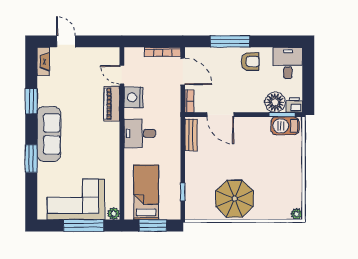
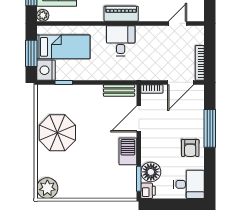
nightstand: (133, 97) -> (46, 70), moved, turned -90
piano: (112, 104) -> (121, 14), moved
barbecue: (285, 126) -> (128, 151), moved
plant: (297, 214) -> (47, 188), width x1.88, depth x1.88

